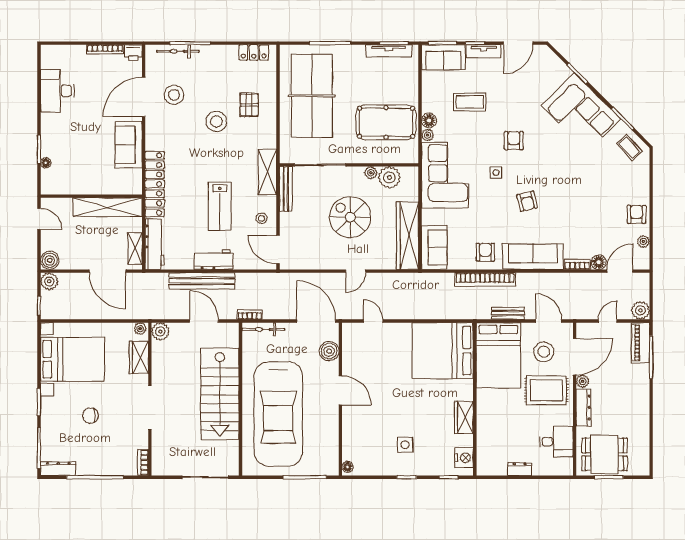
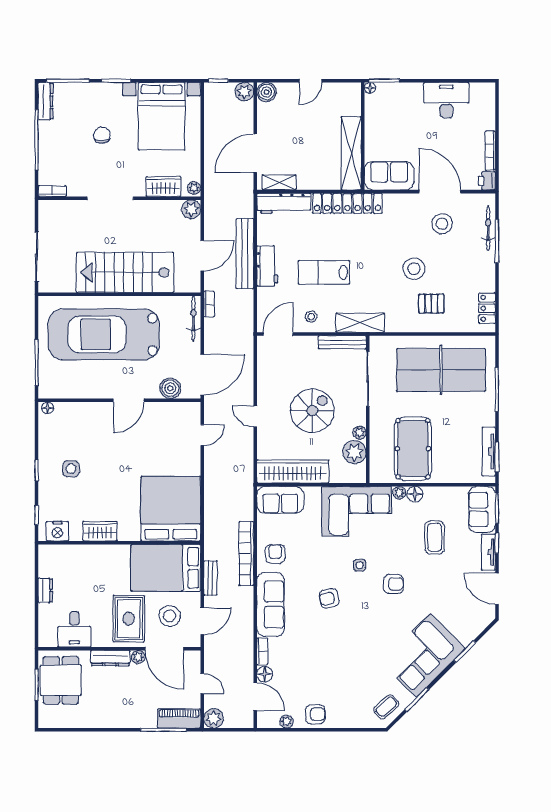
wall: (91, 196) -> (363, 136), moved
shelving: (107, 207) -> (351, 153), moved
armchair: (485, 252) -> (275, 554), turned -90

